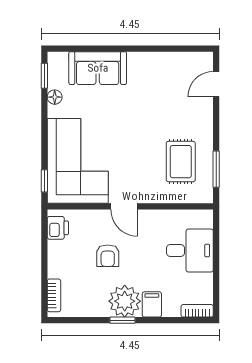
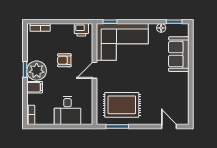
rug: (181, 162) -> (122, 105), width x1.36, depth x1.43

